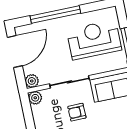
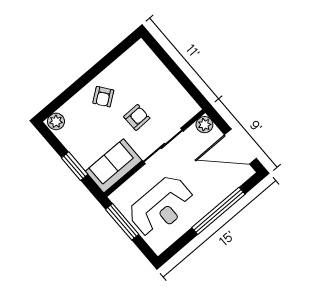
door: (15, 51) -> (240, 147), hinge flipped
plant: (35, 98) -> (191, 108), removed

